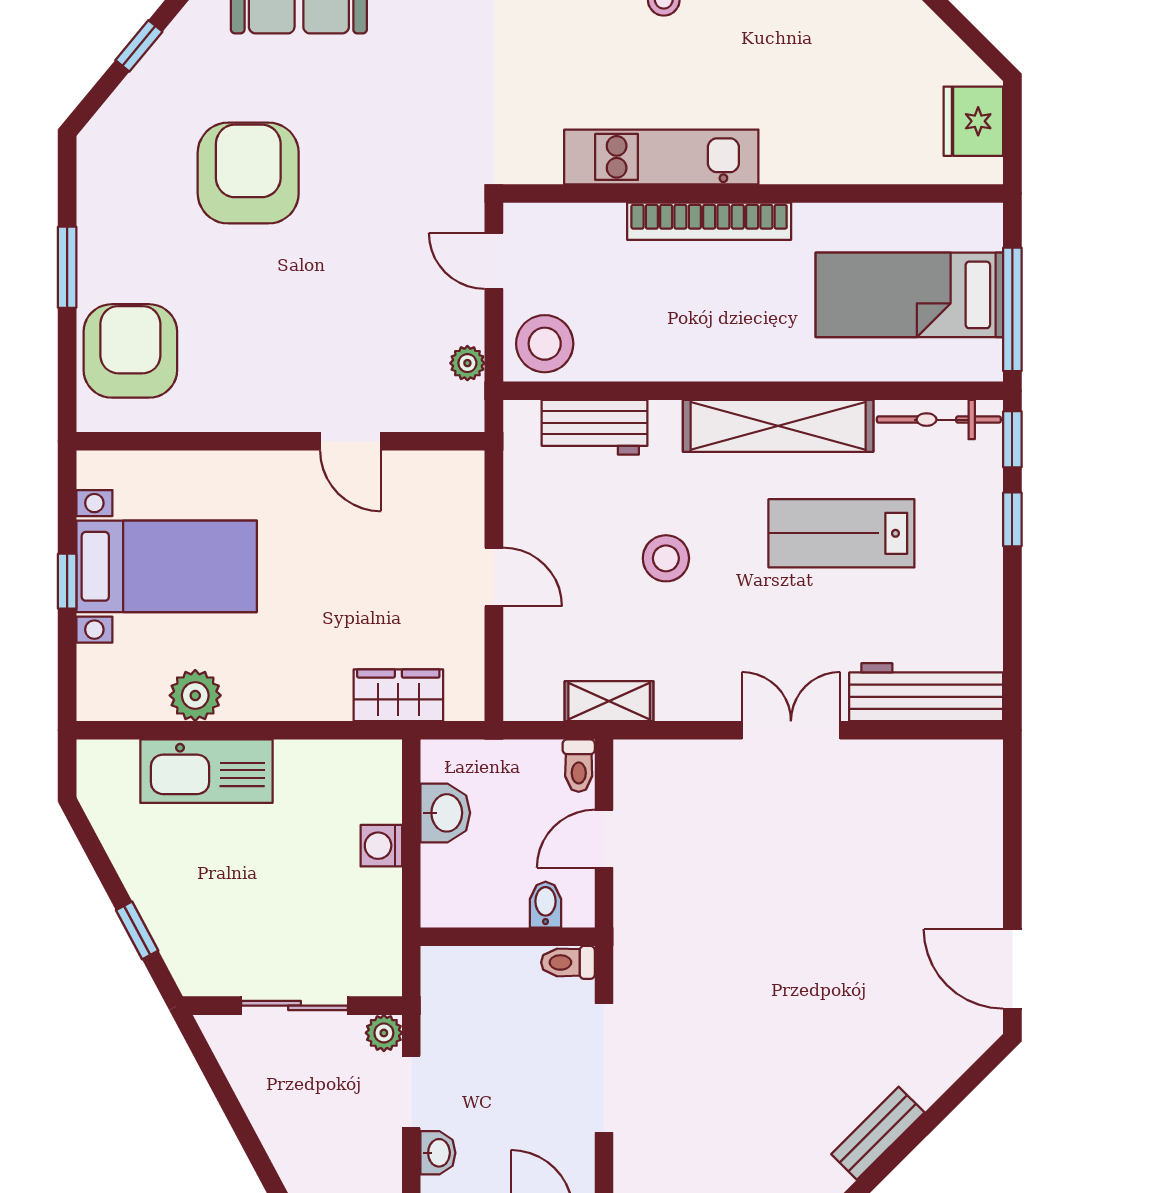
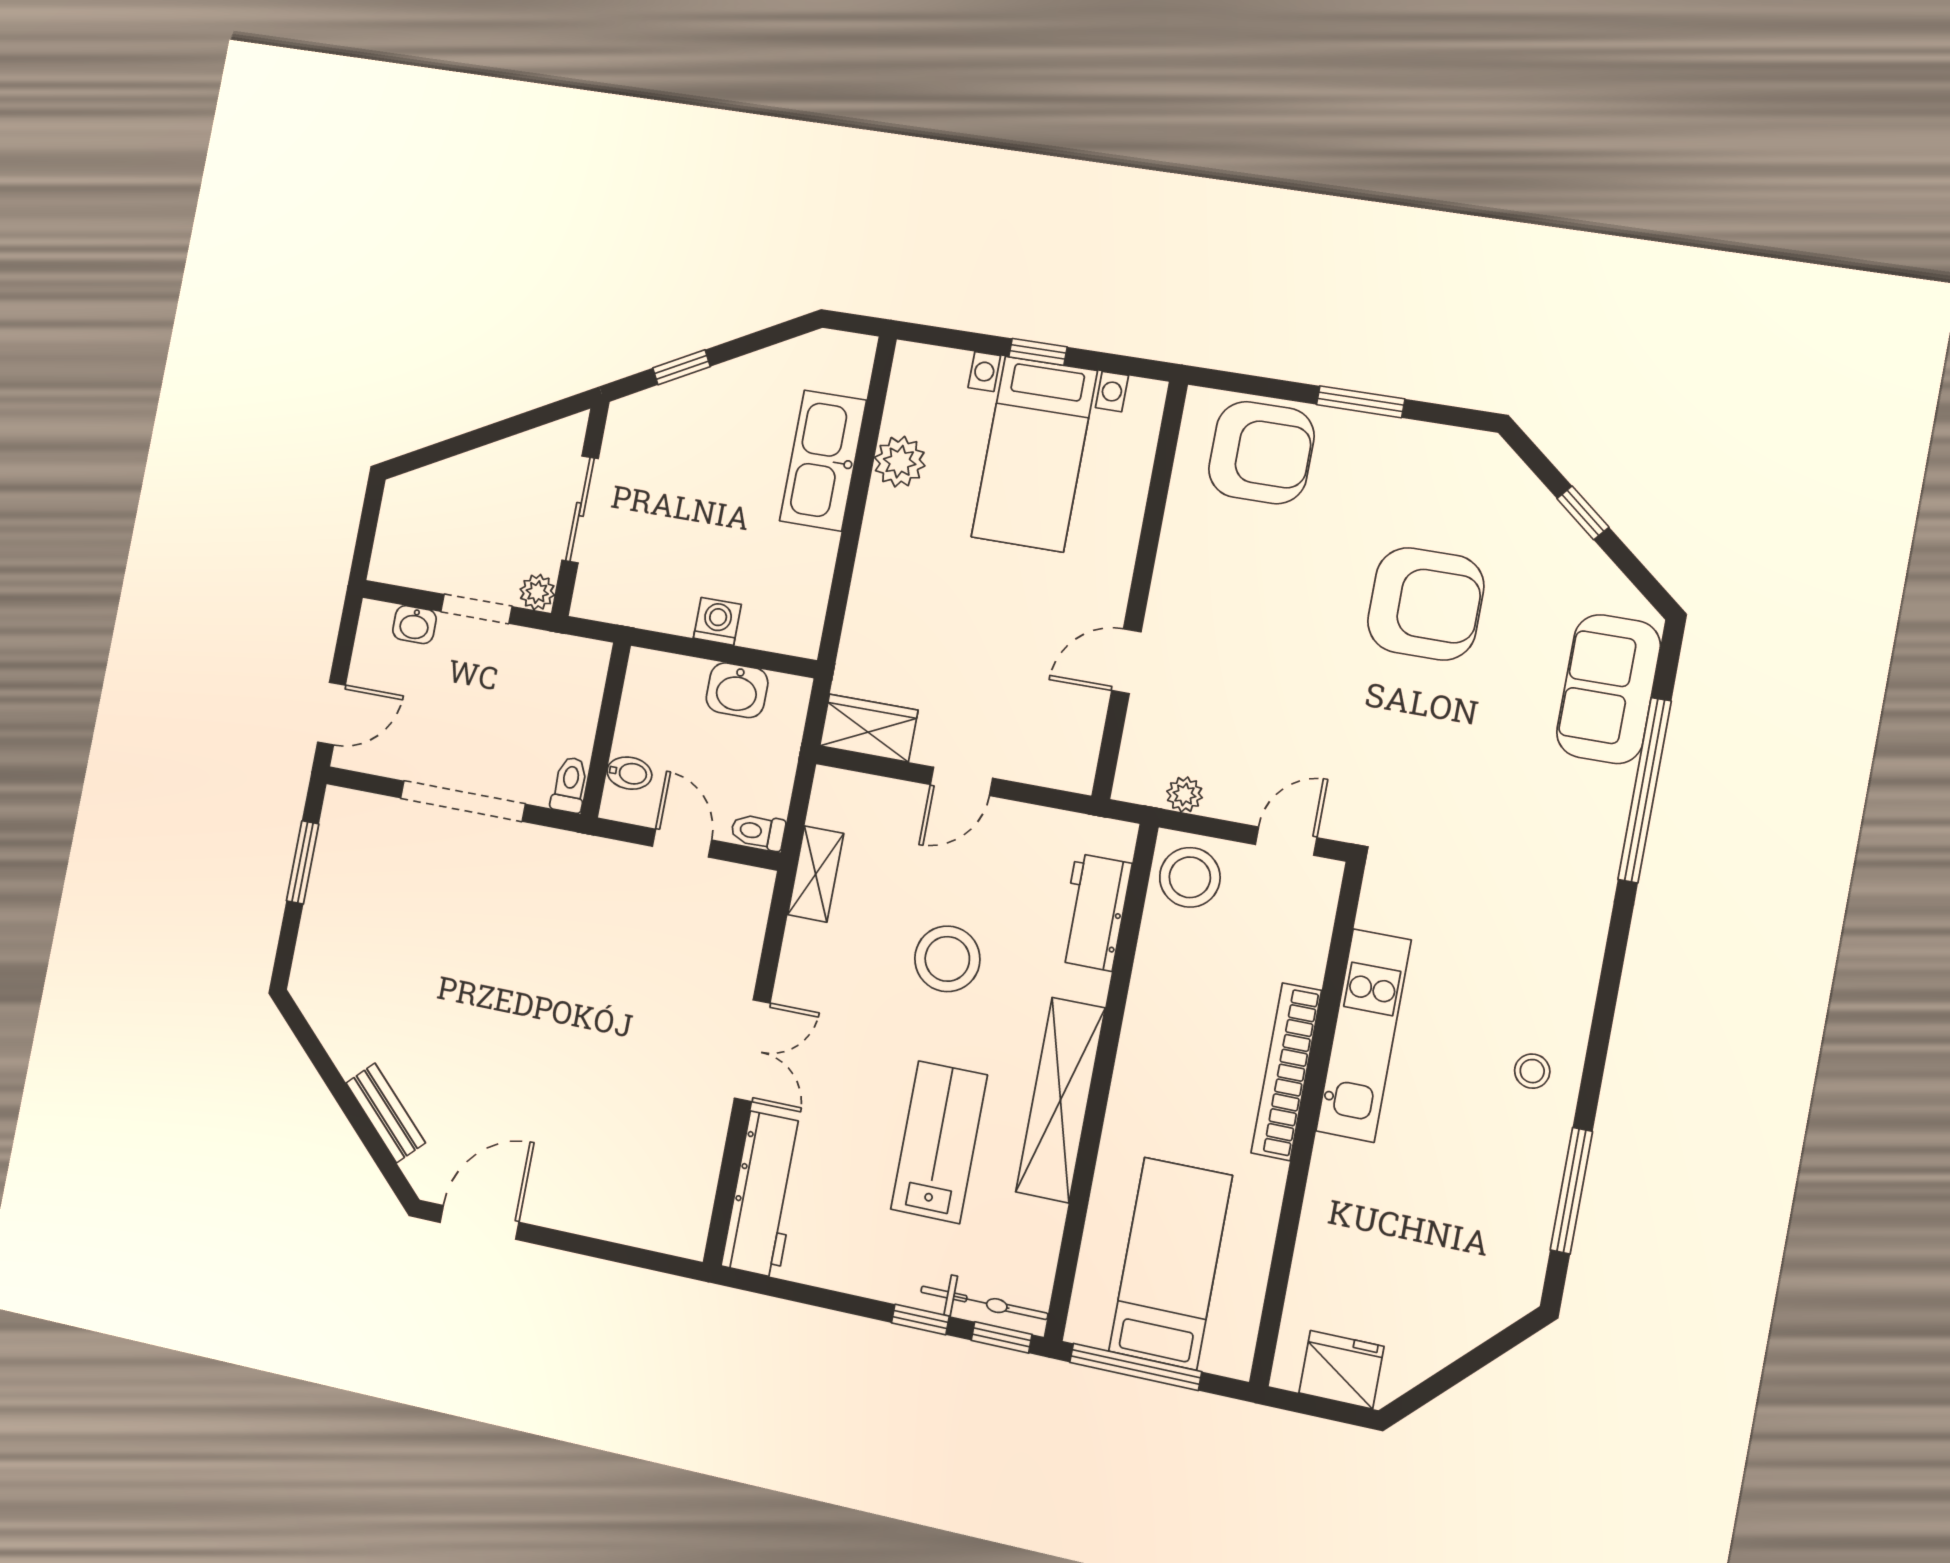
bicycle: (939, 420) -> (984, 1303), moved, turned 90
stool: (666, 558) -> (947, 959), width x1.38, depth x1.38
wardrobe: (398, 695) -> (869, 728), moved, turned -90
bench: (878, 1133) -> (386, 1113), moved

